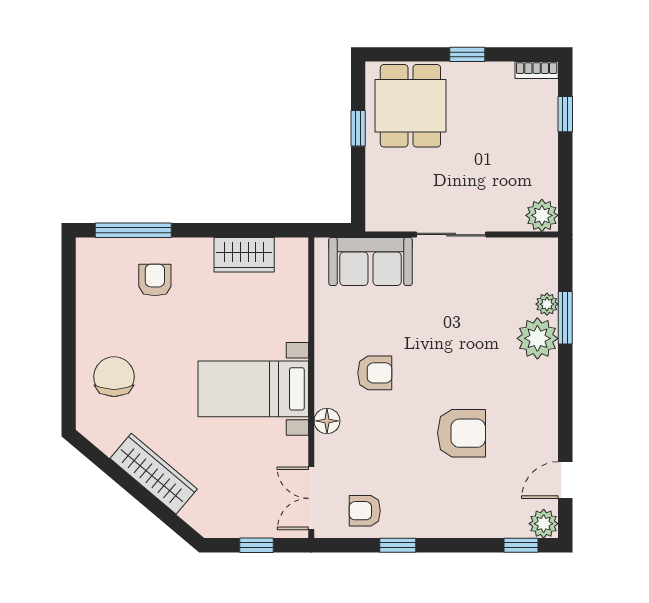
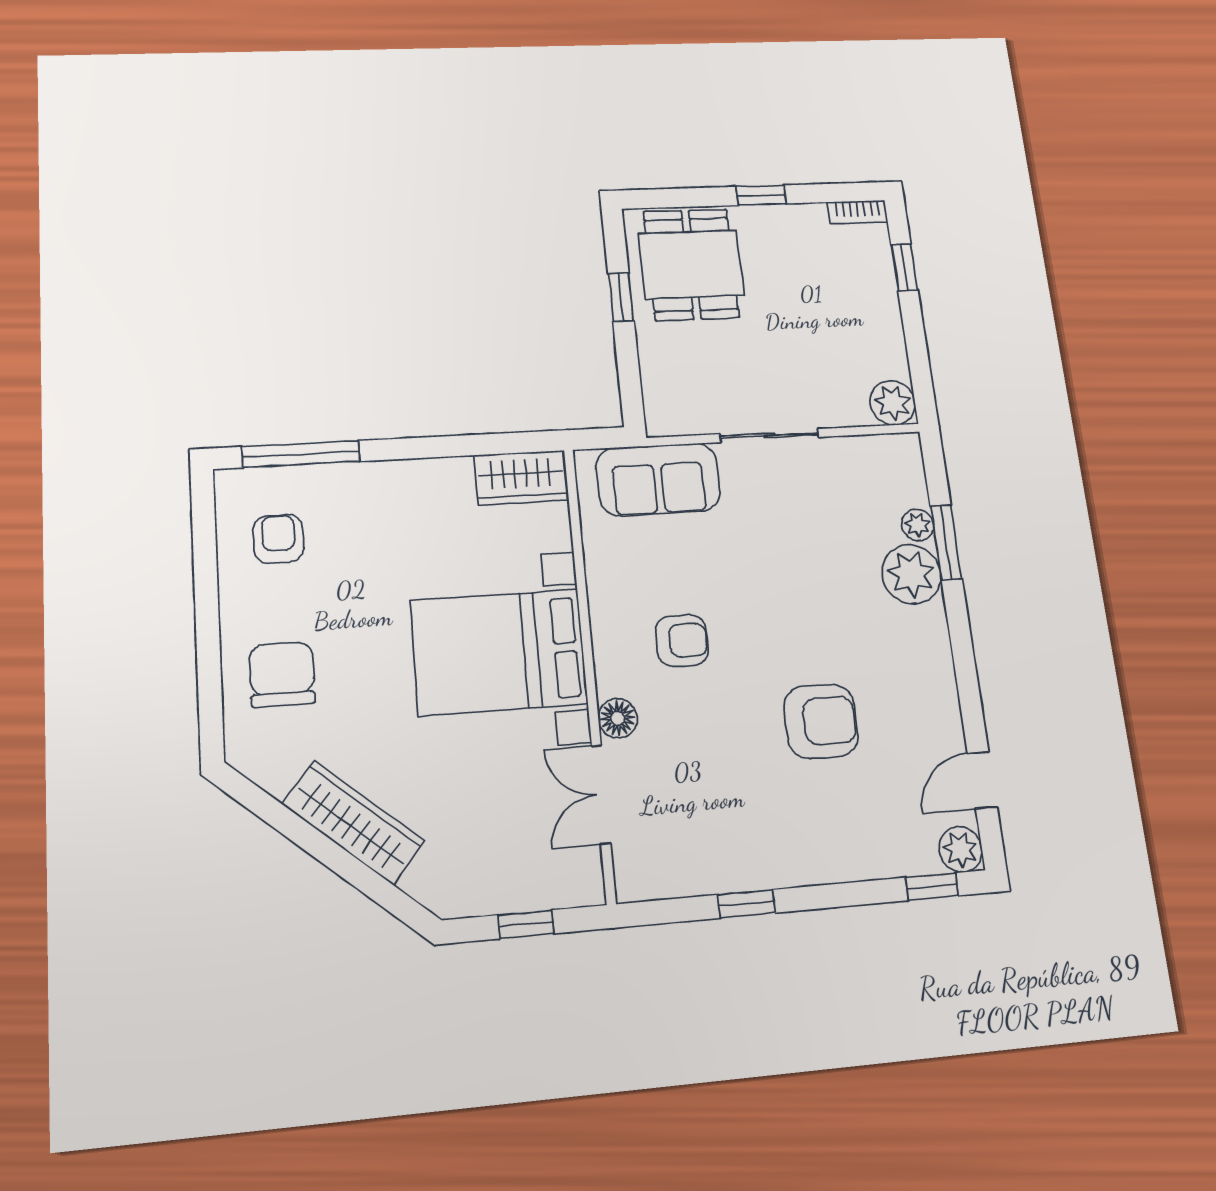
wardrobe: (244, 255) -> (521, 478), moved
armchair: (155, 280) -> (278, 539), moved
bed with nightstands: (253, 389) -> (499, 652), width x1.36
double door: (311, 498) -> (601, 795), moved
armchair: (365, 511) -> (690, 853), removed

